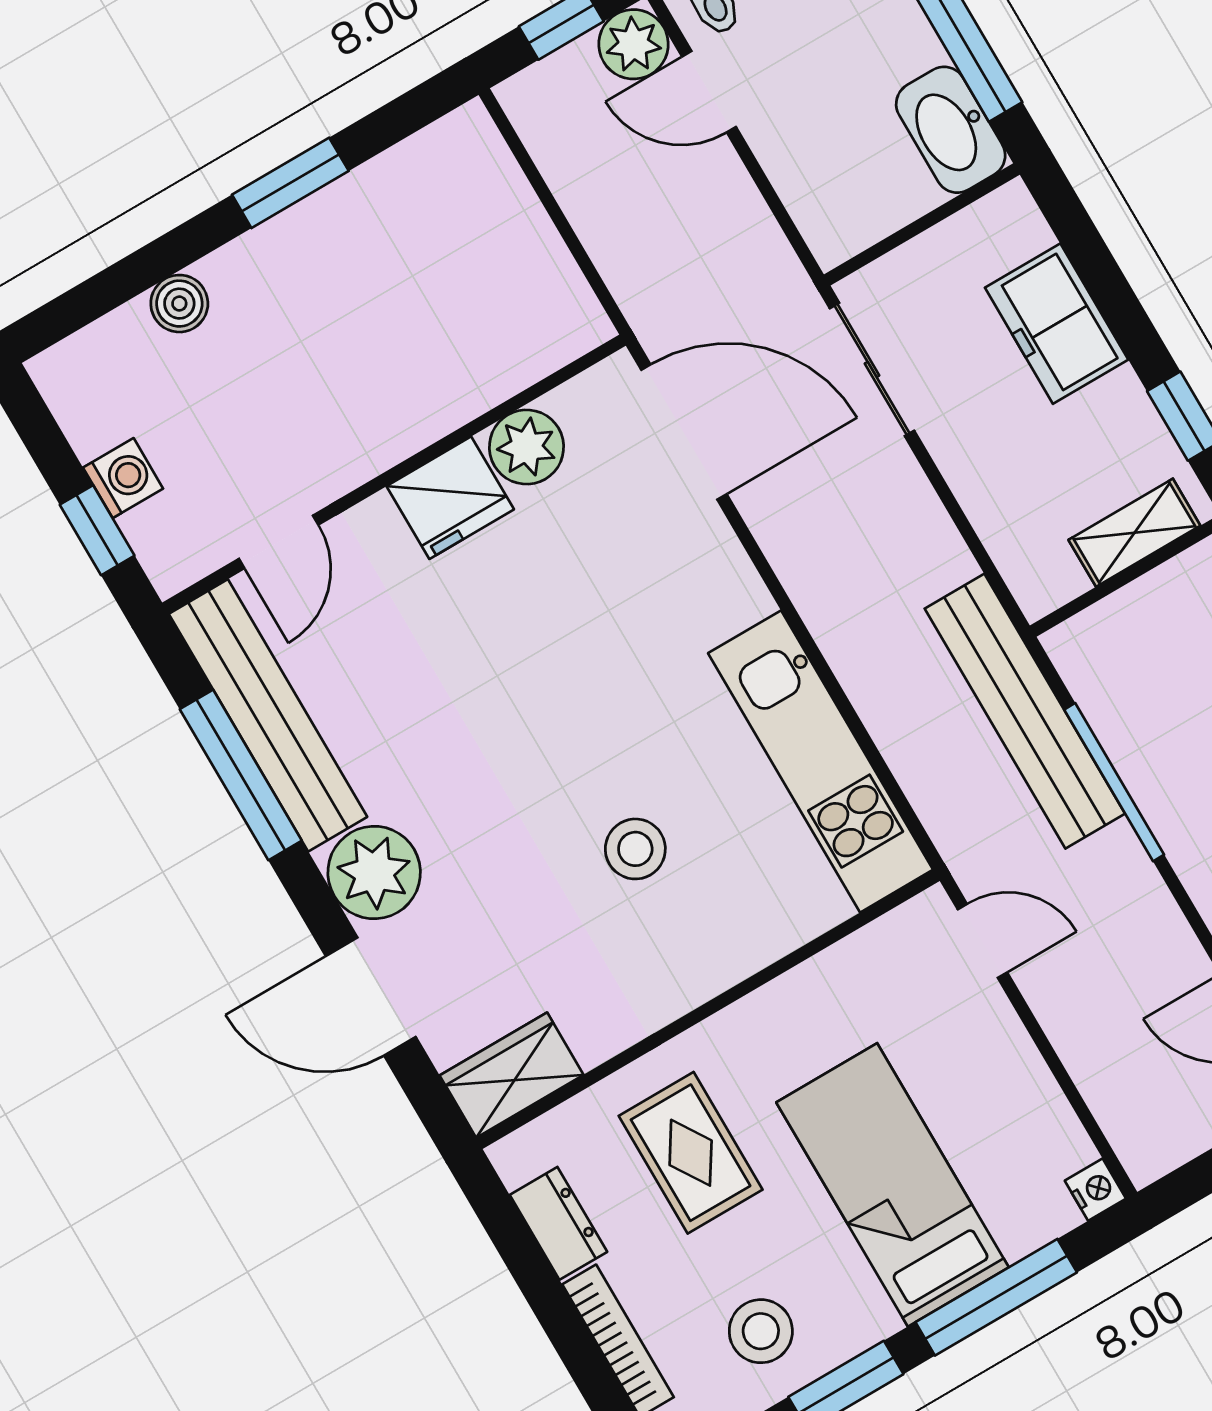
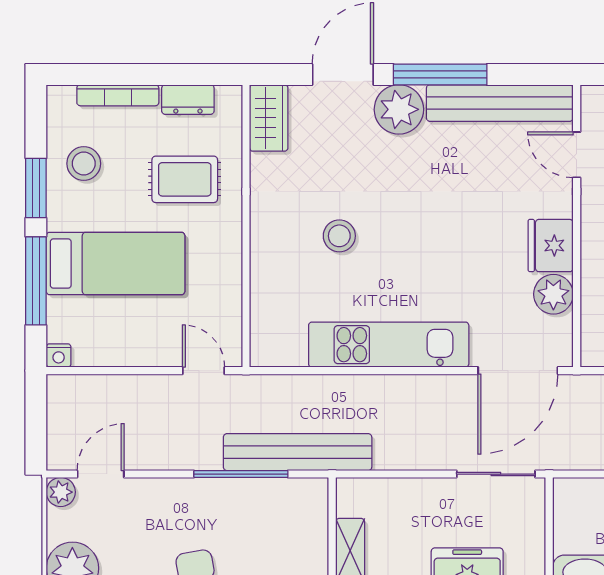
kitchen unit: (821, 761) -> (389, 345), moved
window: (241, 775) -> (440, 74), moved
door: (982, 941) -> (203, 371), swing flipped

